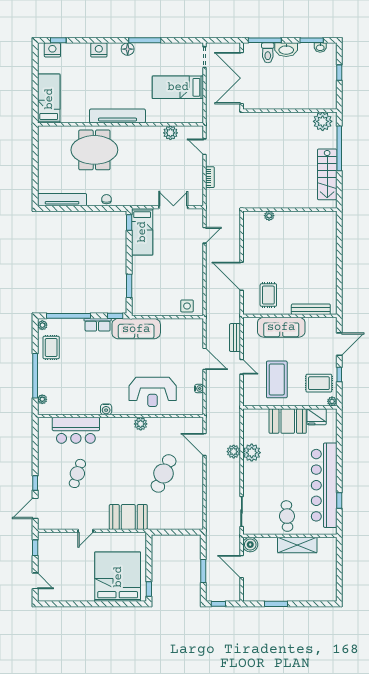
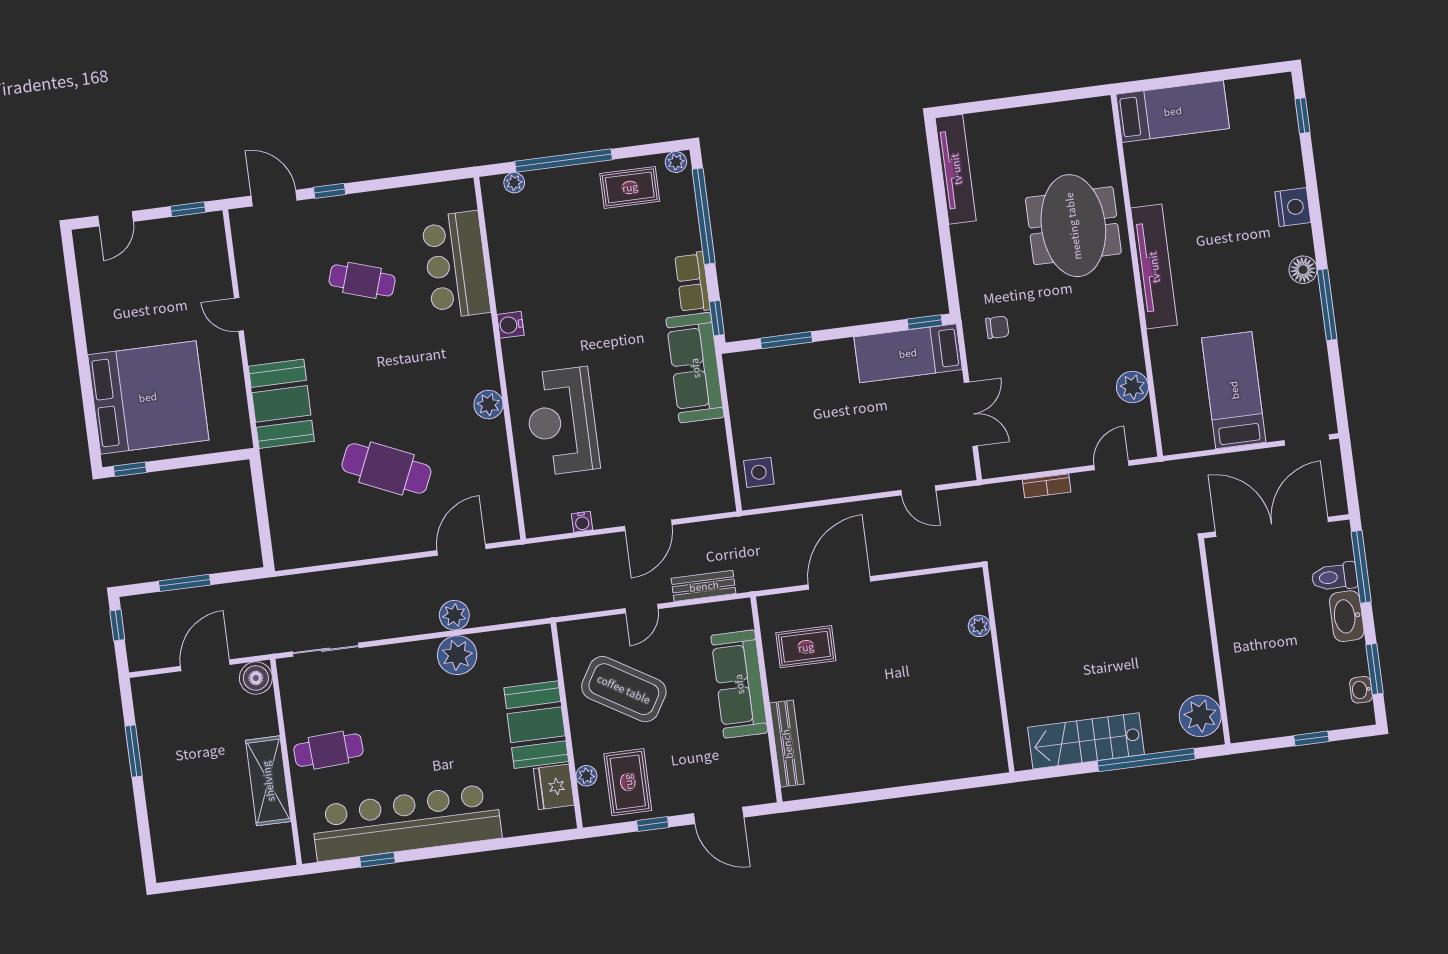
nightstand: (52, 50) -> (1280, 106), removed
chair: (106, 199) -> (997, 327), moved
coffee table: (277, 379) -> (624, 689), turned 31
plant: (332, 401) -> (586, 776), moved

